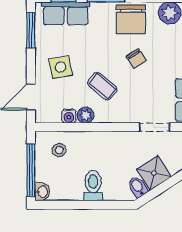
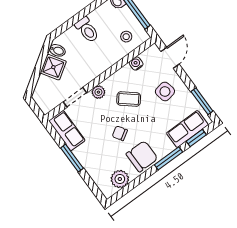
chair: (131, 19) -> (142, 156), turned 90
plant: (86, 115) -> (98, 92), moved

